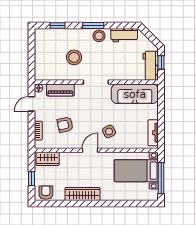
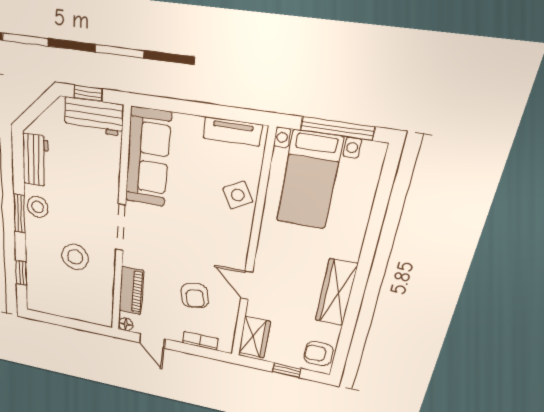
side table: (109, 131) -> (238, 195), moved
door: (90, 150) -> (247, 285), moved

